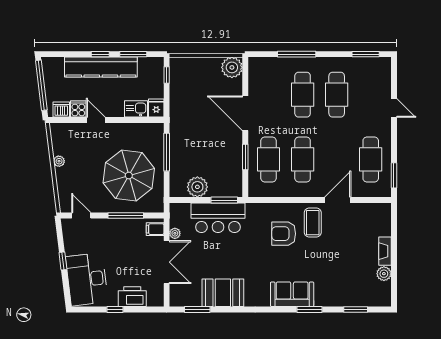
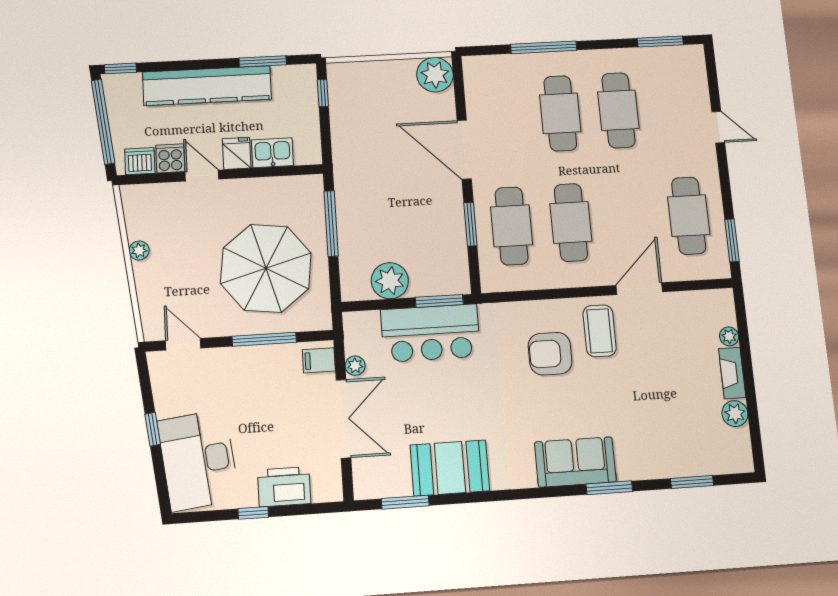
window: (100, 54) -> (120, 68), moved
fridge: (156, 108) -> (237, 153), moved
plant: (386, 230) -> (729, 336), added

